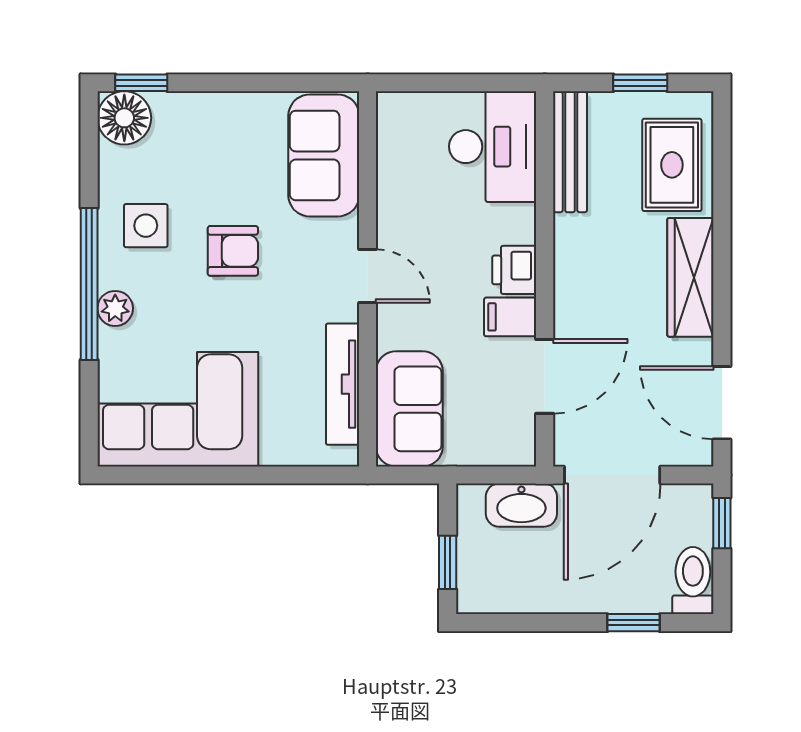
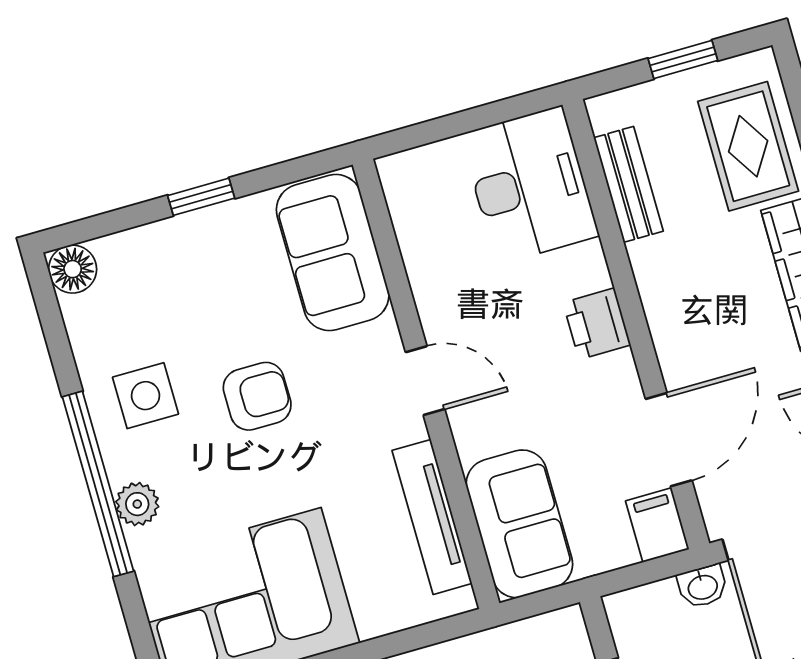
window: (141, 83) -> (201, 197), moved
floor lamp: (124, 118) -> (73, 269), width x0.73, depth x0.73
bench: (570, 152) -> (628, 184), width x0.73
filing cabinet: (510, 317) -> (657, 525), moved, turned 90
washbasin: (521, 505) -> (702, 586), width x0.52, depth x0.69

